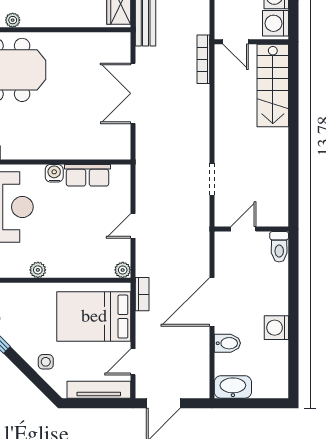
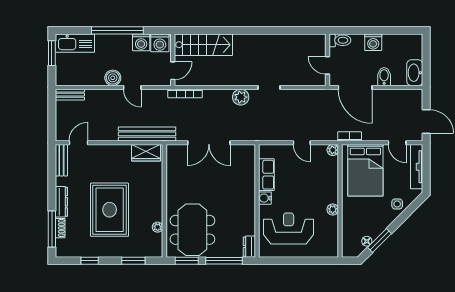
plant: (198, 139) -> (241, 97), added
door: (243, 229) -> (328, 65), moved
wall: (251, 229) -> (328, 60), moved
toilet: (279, 247) -> (340, 40), moved

